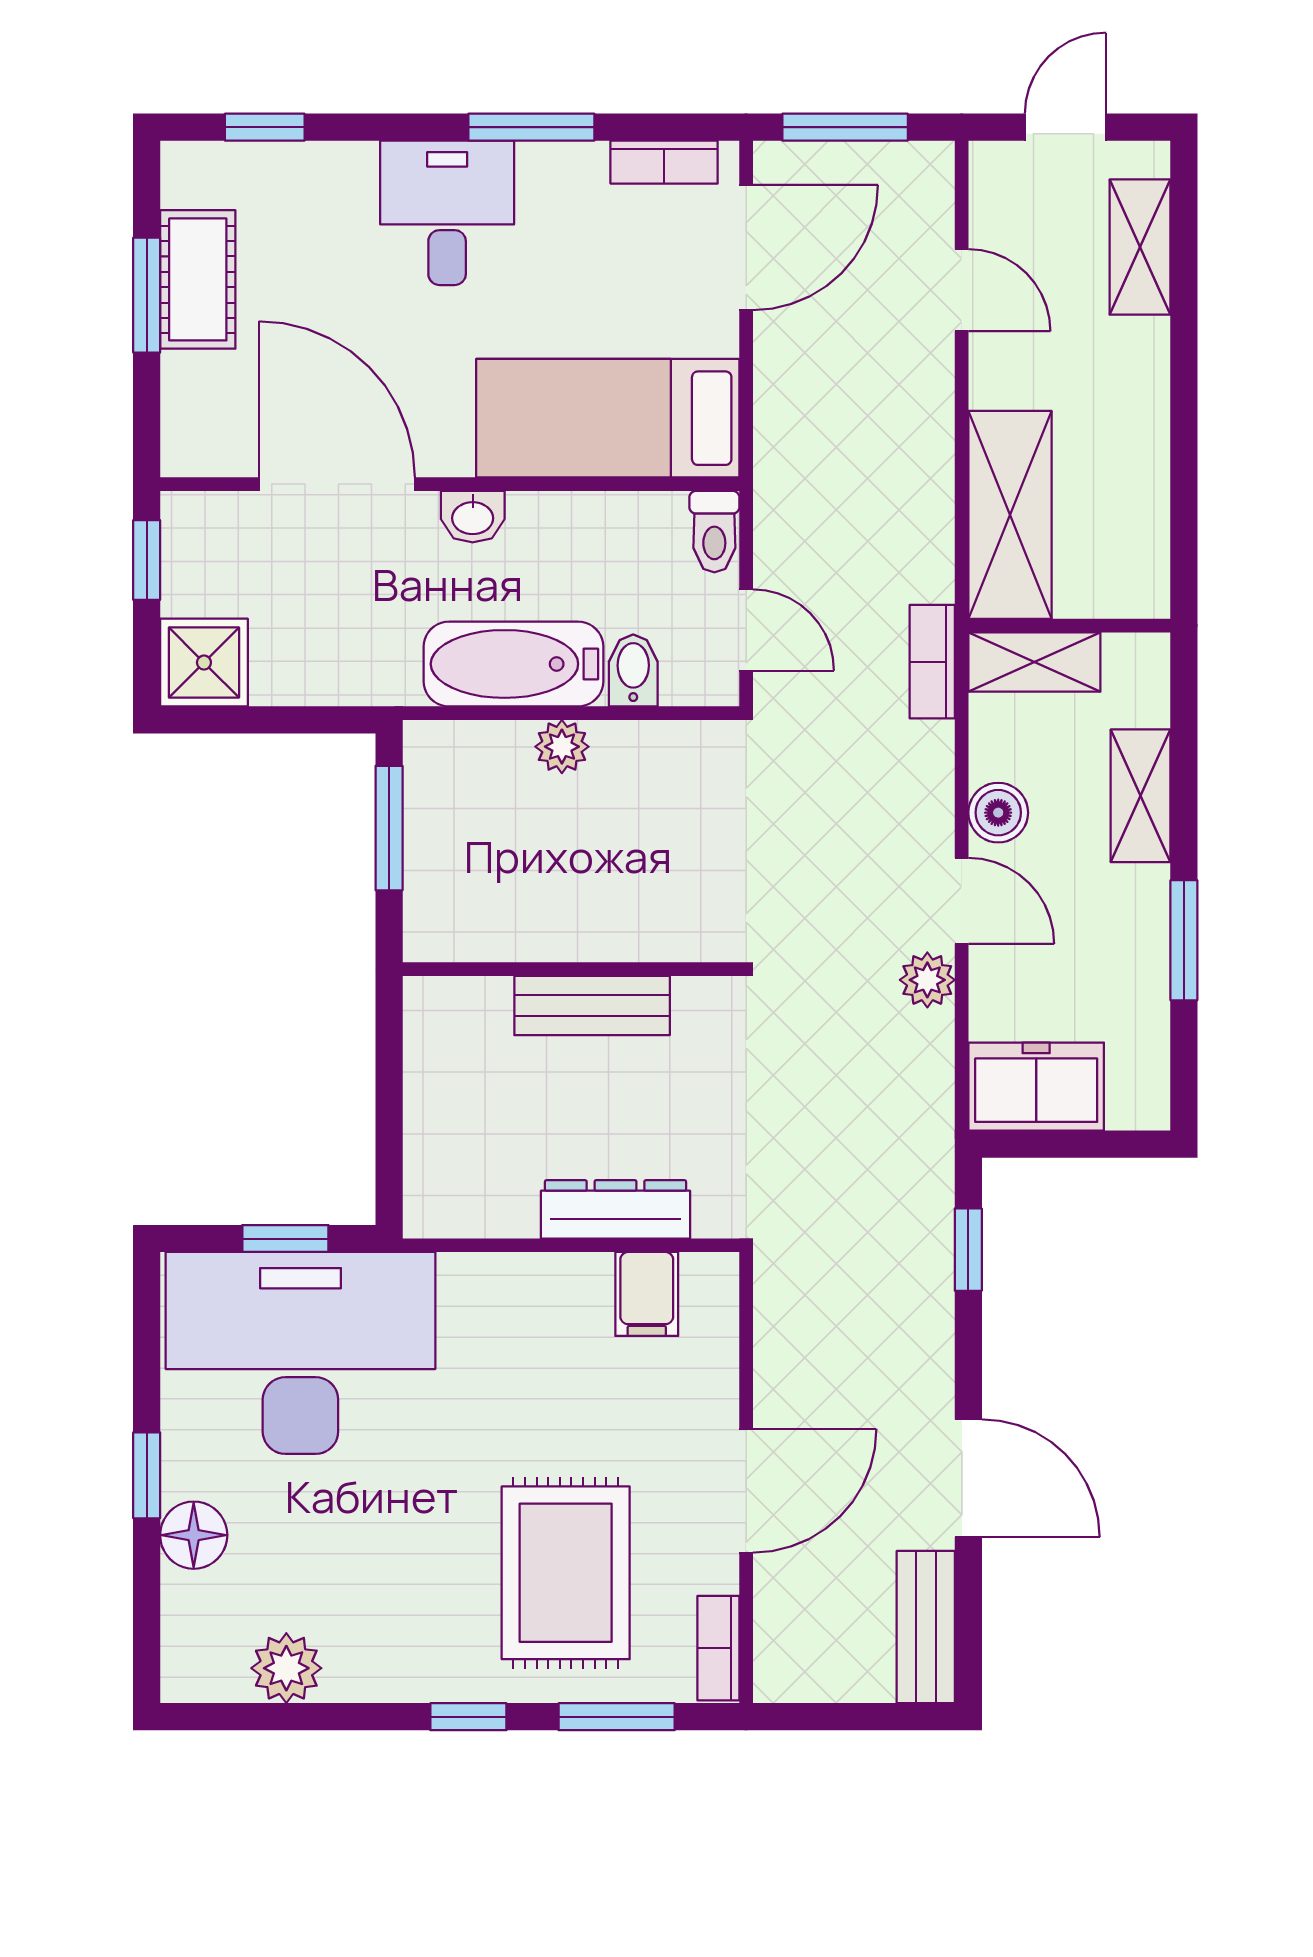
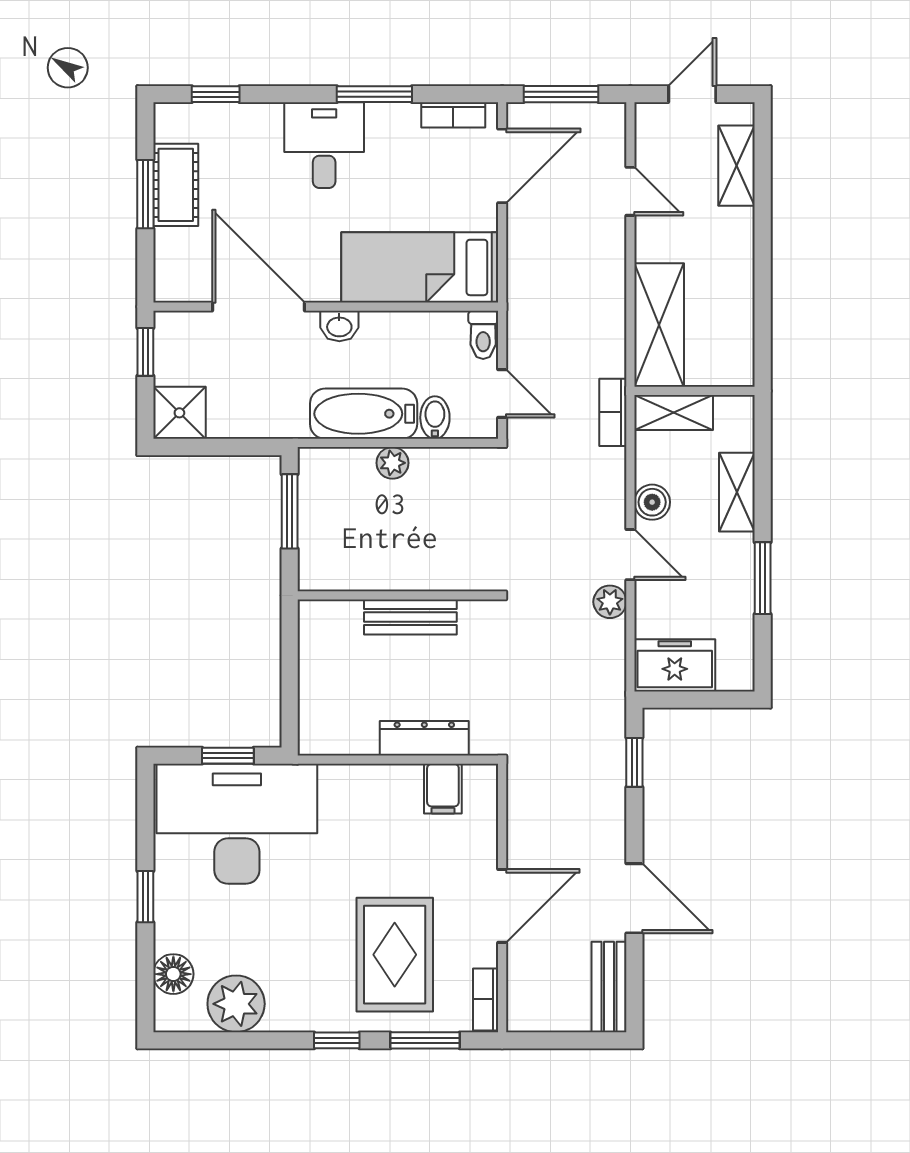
floor lamp: (194, 1535) -> (173, 974), moved
plant: (286, 1668) -> (236, 1004), width x1.36, depth x1.36

